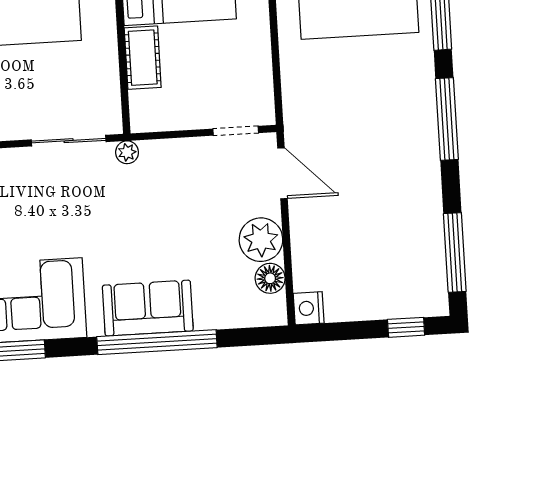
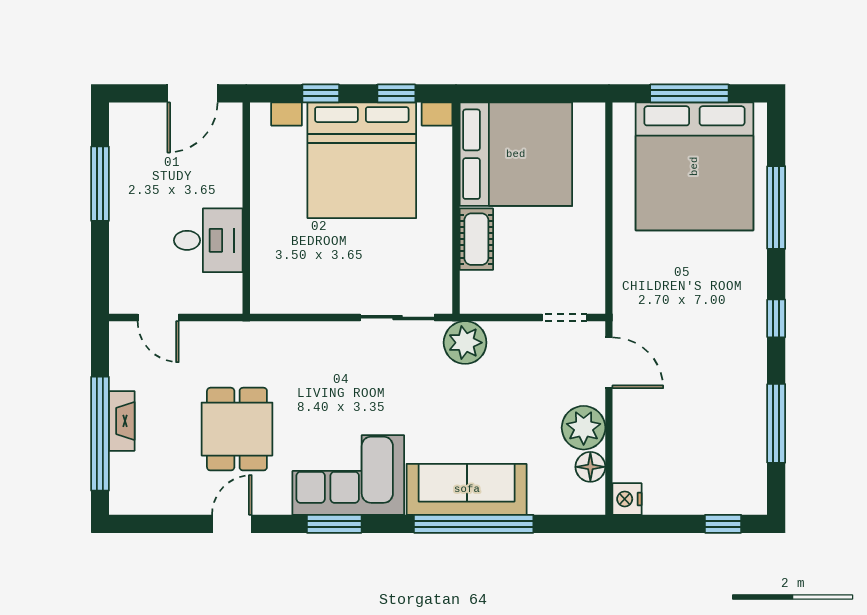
window: (447, 119) -> (776, 318), width x0.46
plant: (127, 152) -> (465, 343), width x1.88, depth x1.88
window: (455, 252) -> (776, 423), moved
sofa: (148, 308) -> (467, 489), width x1.36

